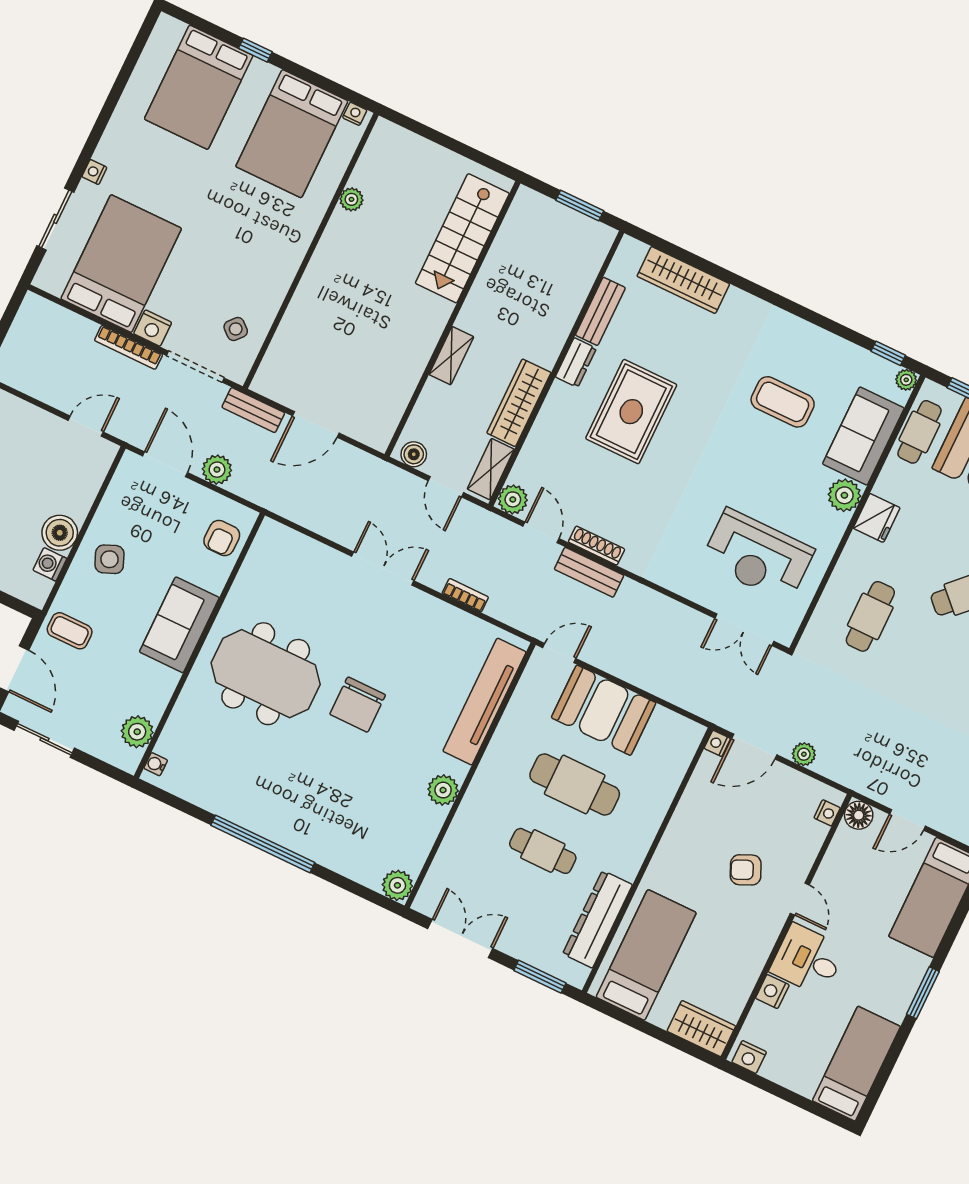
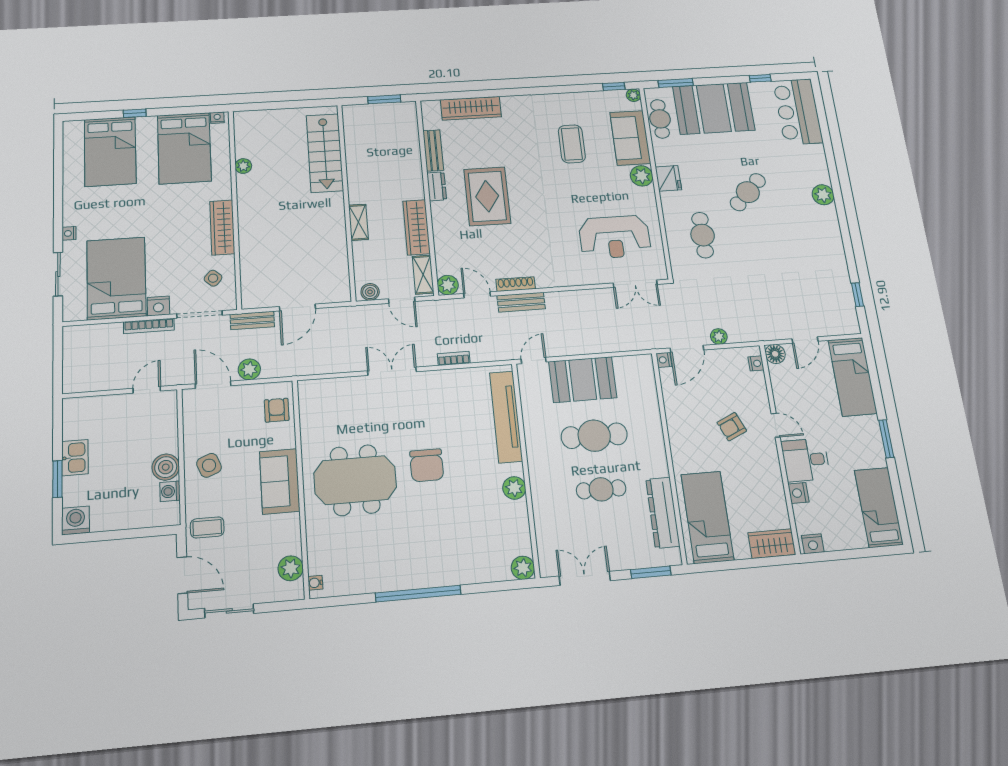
wardrobe: (282, 268) -> (222, 228), added
coffee table: (783, 402) -> (572, 144), turned 90
armchair: (222, 538) -> (277, 410), turned 180

